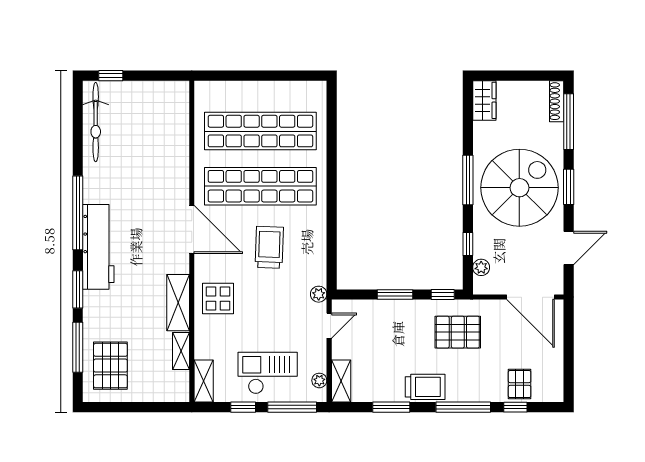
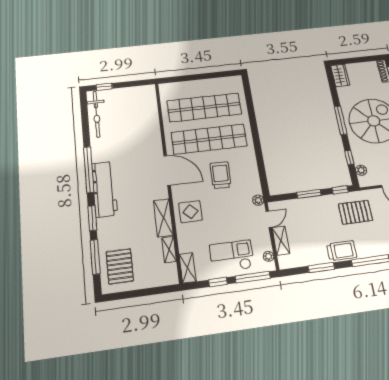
shelving: (341, 381) -> (281, 241), moved

